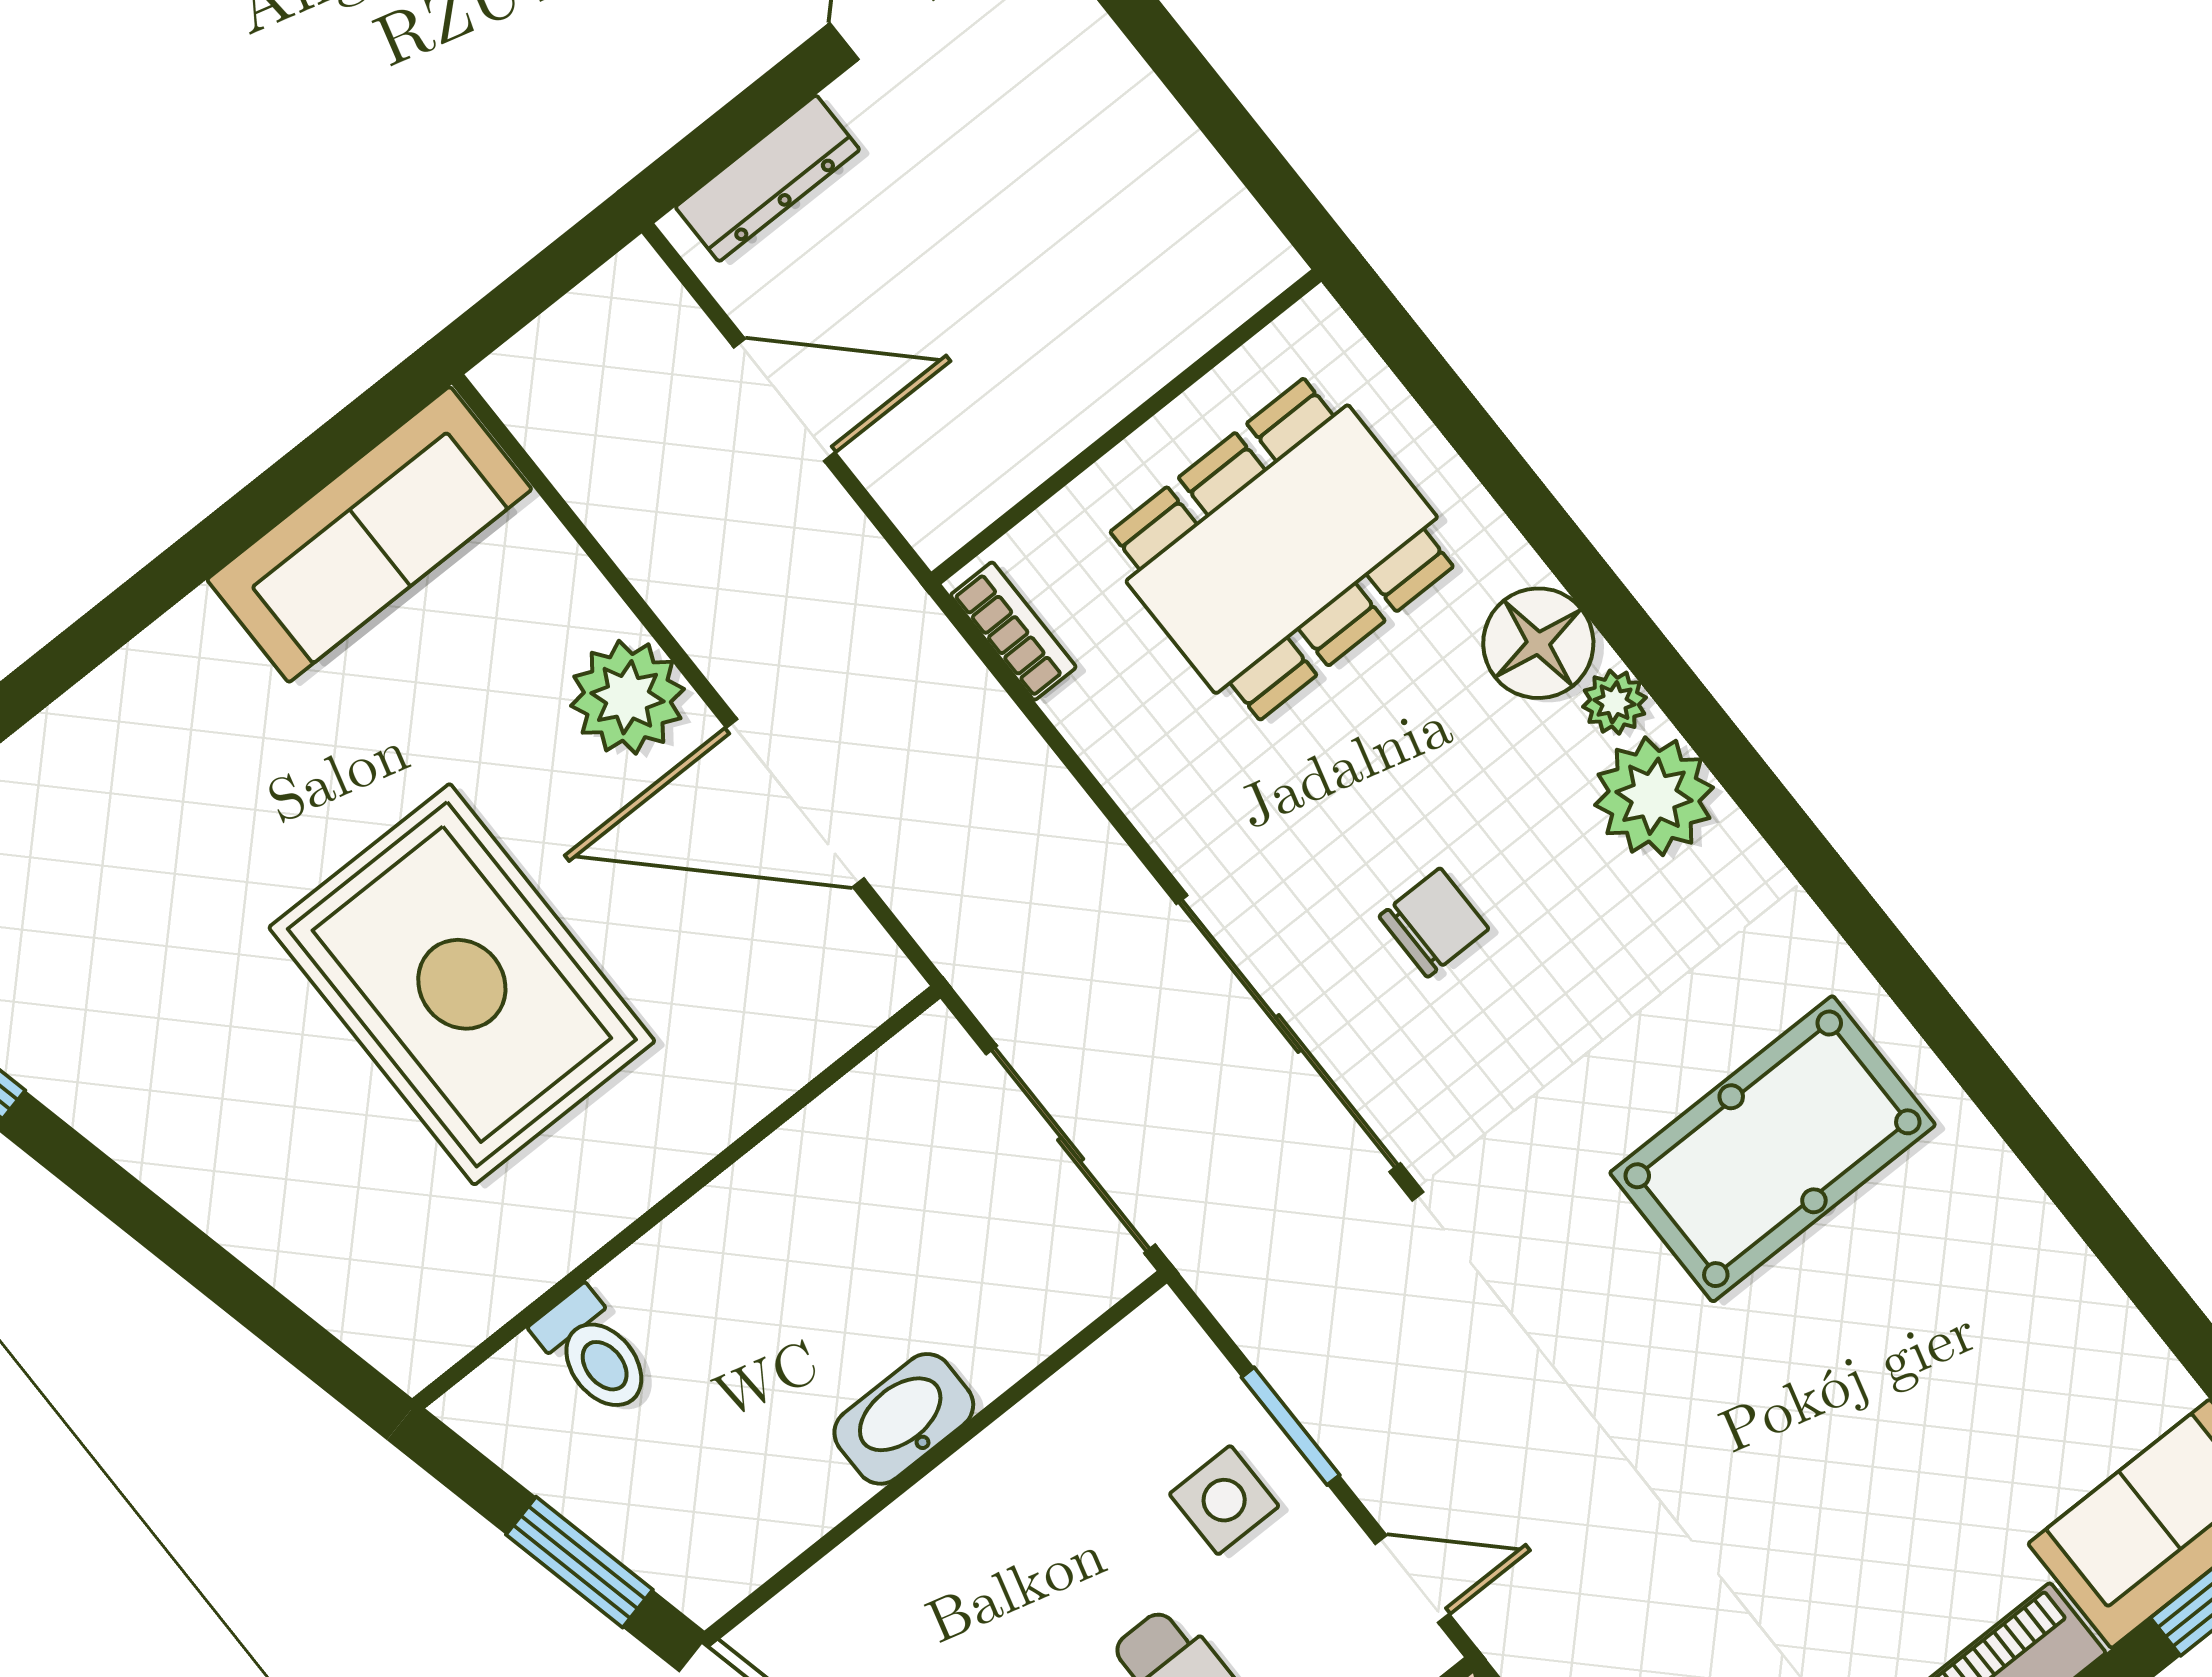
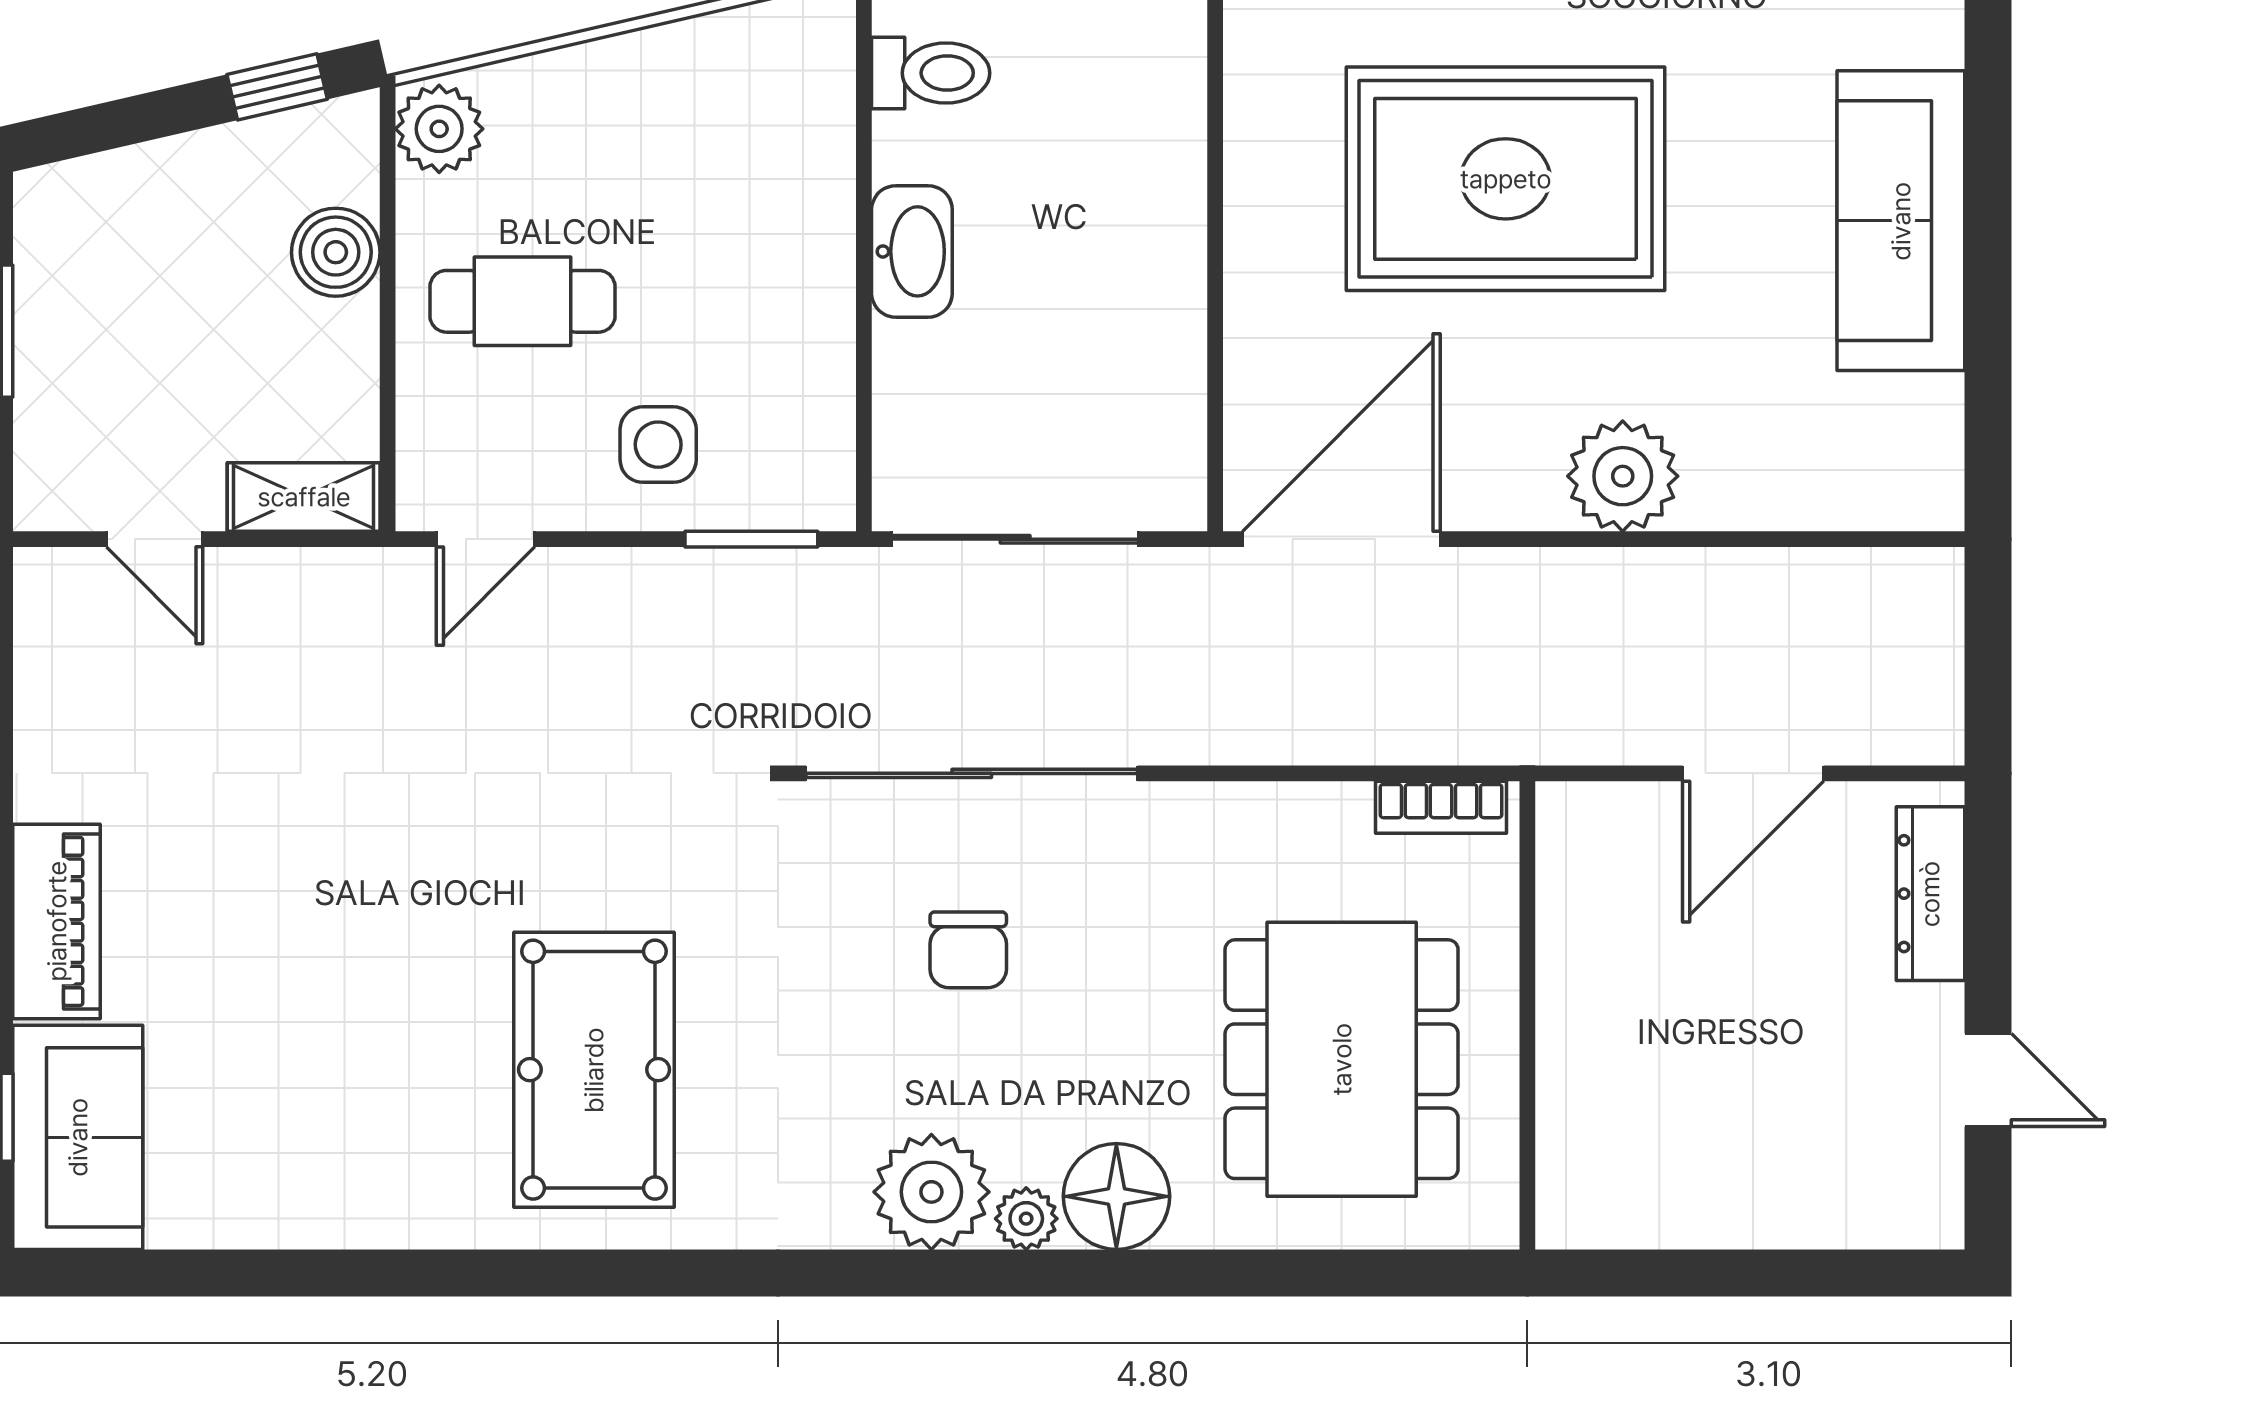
sofa: (369, 534) -> (1901, 221), moved
door: (795, 803) -> (1341, 539), moved
toilet: (594, 1352) -> (931, 73), moved, turned 180
window: (1291, 1426) -> (751, 539), moved

